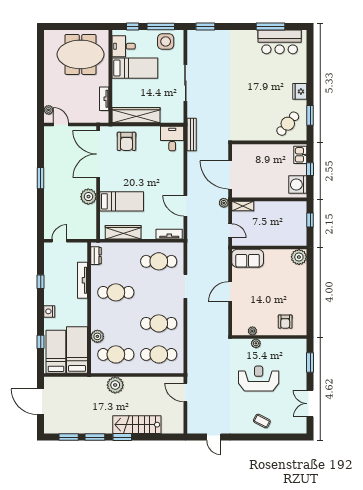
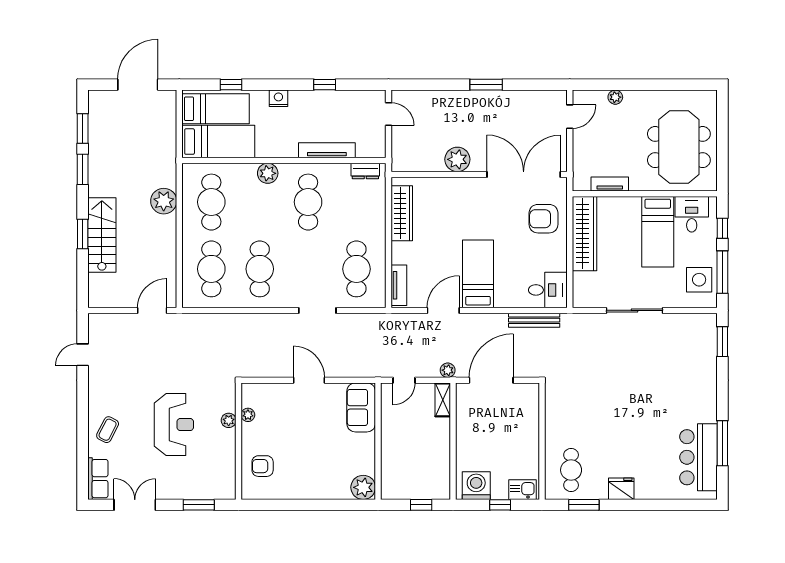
plant: (49, 110) -> (615, 97), moved
cafe table: (288, 124) -> (571, 470), turned 49
bench: (192, 135) -> (534, 320), moved
bed: (122, 201) -> (478, 274), moved, turned 180
plant: (97, 336) -> (268, 173), moved
row of seats: (293, 427) -> (98, 479), added
window: (122, 437) -> (83, 234), moved

